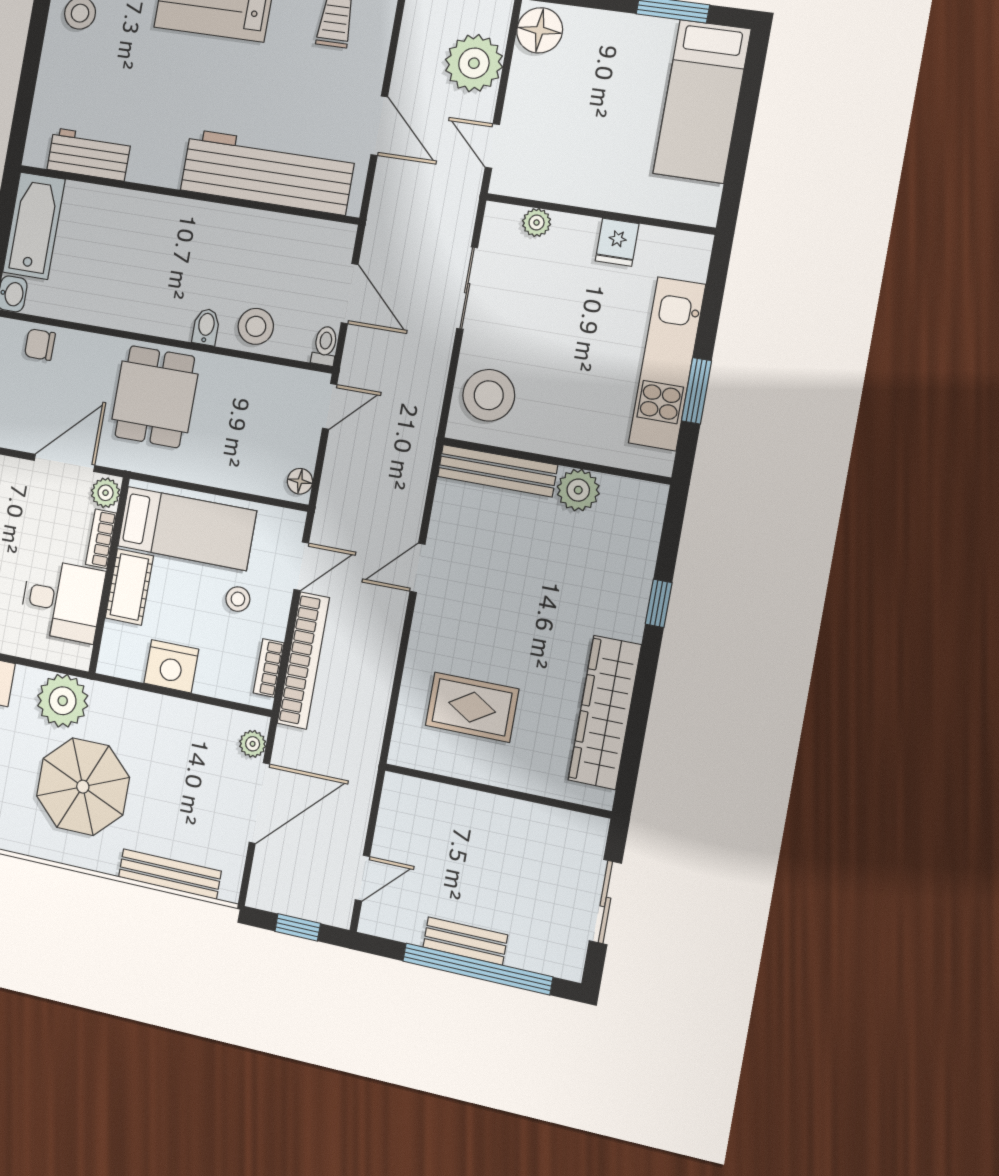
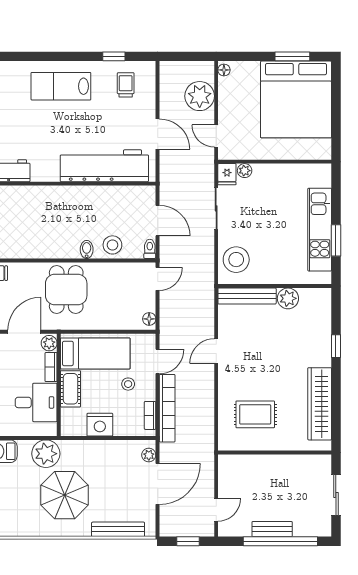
floor lamp: (540, 30) -> (224, 70), width x0.53, depth x0.53
bed: (702, 101) -> (296, 99), width x2.04
fridge: (617, 242) -> (227, 174), moved

